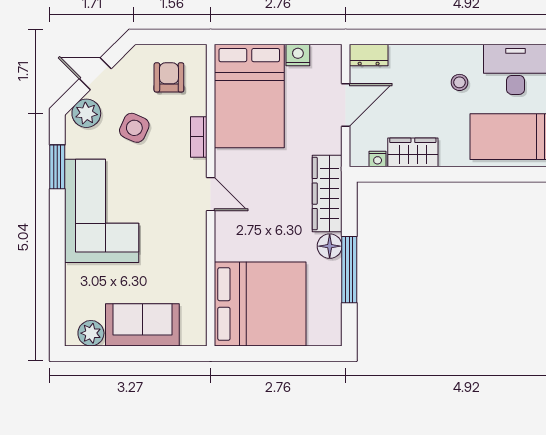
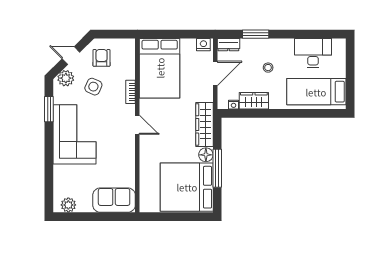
window: (416, 37) -> (256, 34), added
nightstand: (298, 55) -> (203, 45), moved
armchair: (169, 77) -> (102, 58), moved
stool: (459, 82) -> (268, 68), moved
bed: (260, 304) -> (187, 187), moved, turned 180
sofa: (142, 325) -> (114, 200), moved

